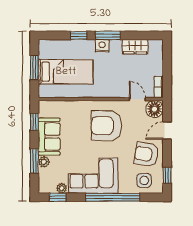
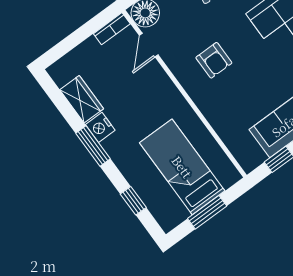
window: (79, 35) -> (133, 201), moved
nightstand: (102, 46) -> (100, 127), moved
armchair: (106, 126) -> (214, 60), width x0.53, depth x0.53

